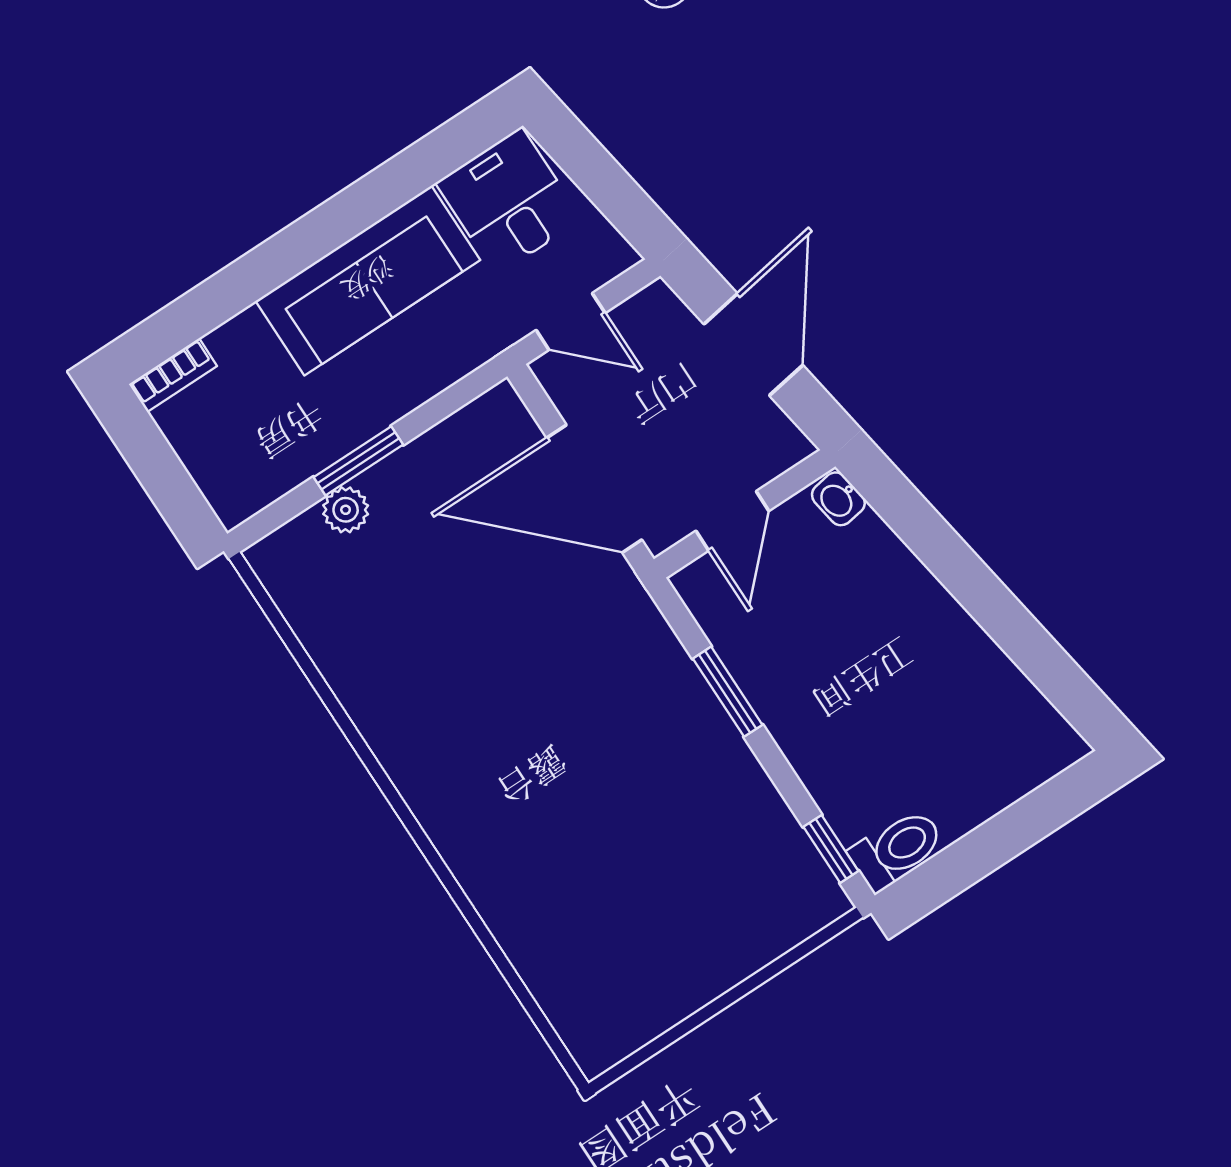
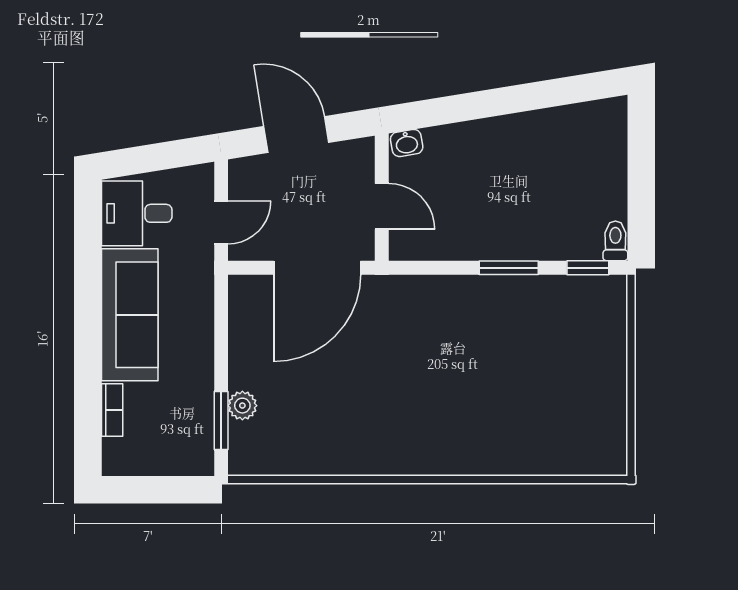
bookcase: (173, 375) -> (112, 410), moved
window: (358, 461) -> (221, 420), moved
window: (728, 692) -> (509, 268), moved
toilet: (897, 849) -> (615, 241), width x0.73, depth x0.72

